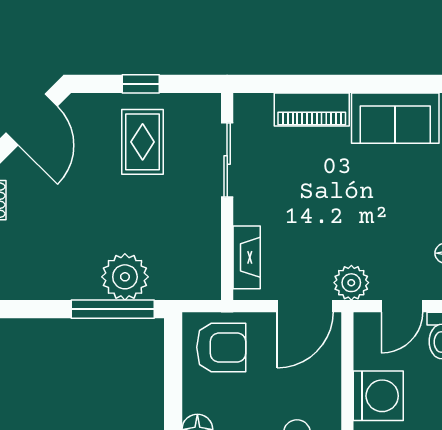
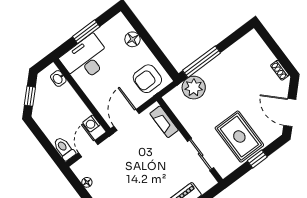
rug: (143, 142) -> (239, 137), width x1.36, depth x1.43
plant: (125, 277) -> (194, 88), moved
plant: (351, 283) -> (115, 143), removed
washing machine: (378, 396) -> (91, 124), moved, width x0.53, depth x0.53

